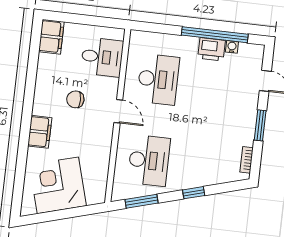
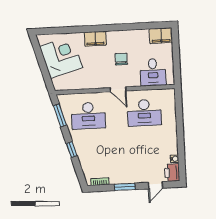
window: (215, 35) -> (181, 146), removed
printer: (211, 49) -> (172, 173), moved
door: (118, 111) -> (118, 89), hinge flipped

